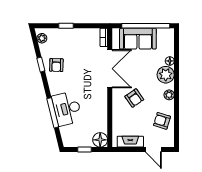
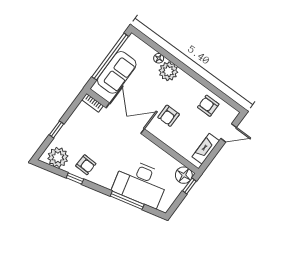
plant: (42, 38) -> (58, 157), width x1.88, depth x1.88
plant: (169, 95) -> (189, 82), removed
armchair: (134, 98) -> (169, 116), turned 125
desk: (67, 109) -> (140, 183), width x1.36, depth x1.30
armchair: (162, 121) -> (208, 106), turned 73
window: (85, 150) -> (189, 186), moved

